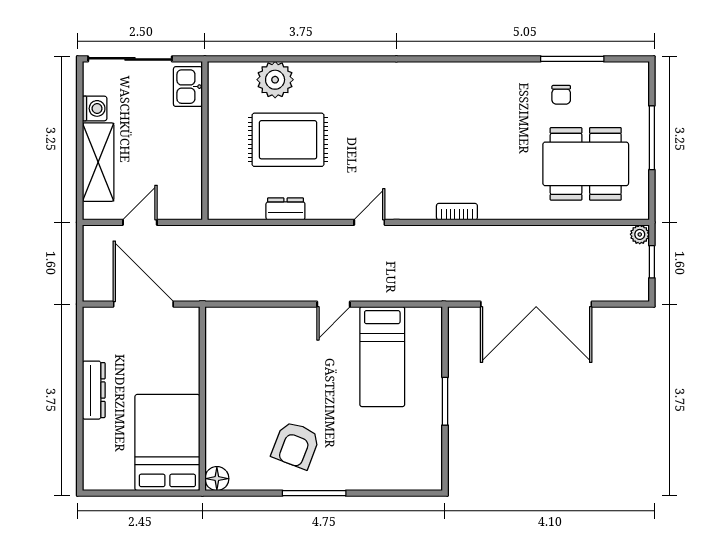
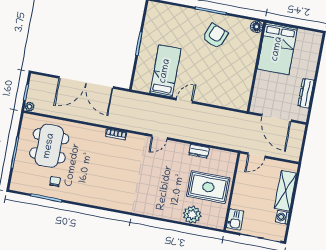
rug: (288, 140) -> (208, 187), moved
dining table: (586, 164) -> (49, 146), turned 90
door: (140, 222) -> (256, 155), moved
double door: (536, 304) -> (86, 82), swing flipped
dresser: (94, 390) -> (306, 93), moved

